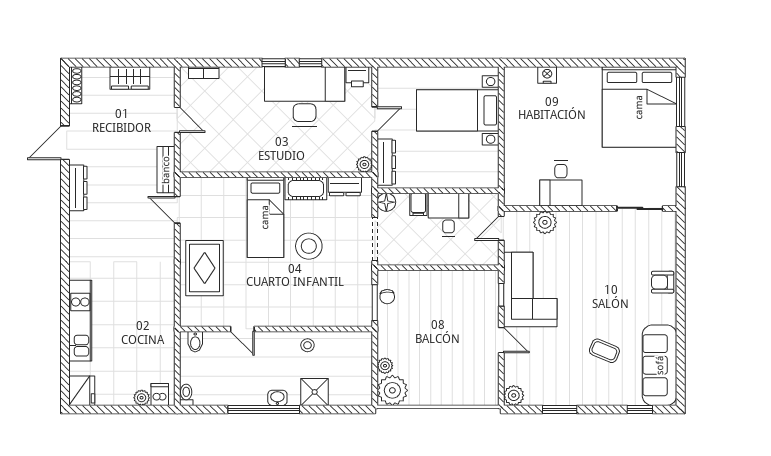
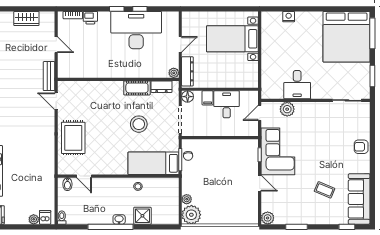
printer: (357, 77) -> (90, 18), moved
bed: (265, 217) -> (153, 163), moved, turned 90
door: (242, 329) -> (84, 176), moved

